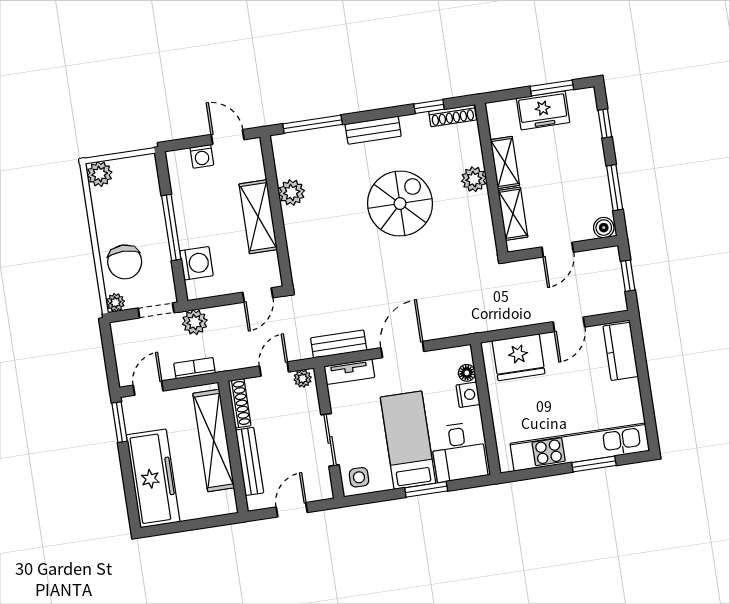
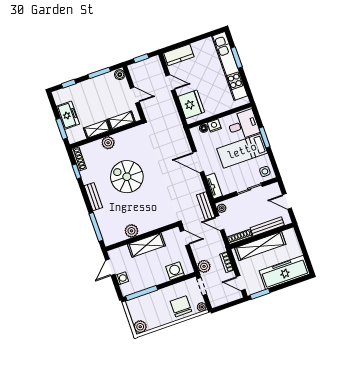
window: (552, 88) -> (62, 129), moved
window: (171, 227) -> (142, 293), moved
chair: (125, 262) -> (181, 306), turned -90
bench: (339, 344) -> (206, 206), moved

